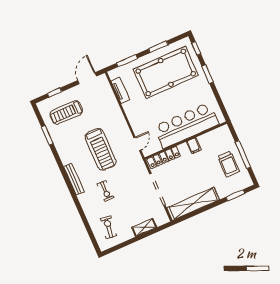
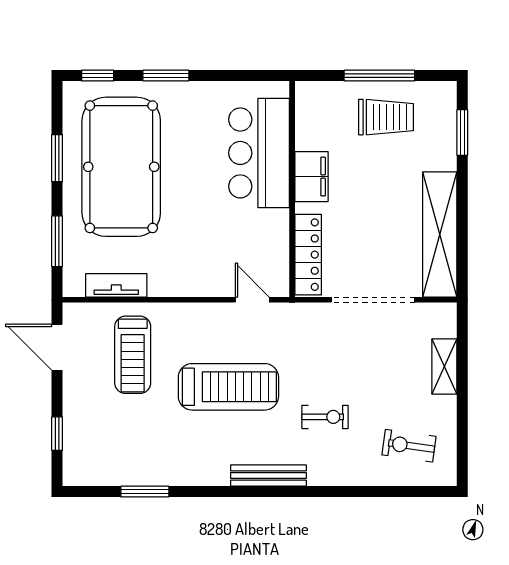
treadmill: (66, 112) -> (133, 355), moved
bar counter: (186, 125) -> (259, 153), width x0.73
filing cabinet: (194, 146) -> (311, 177), width x2.00

